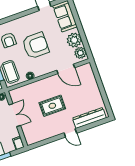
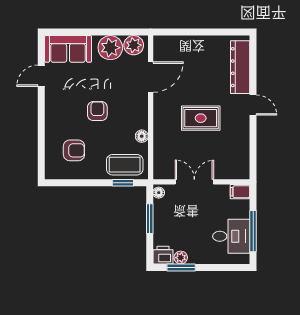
armchair: (36, 45) -> (97, 111), width x0.53, depth x0.53
rug: (52, 106) -> (201, 118), turned 90
door: (70, 133) -> (253, 105), hinge flipped

